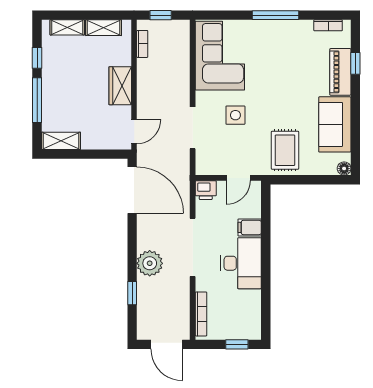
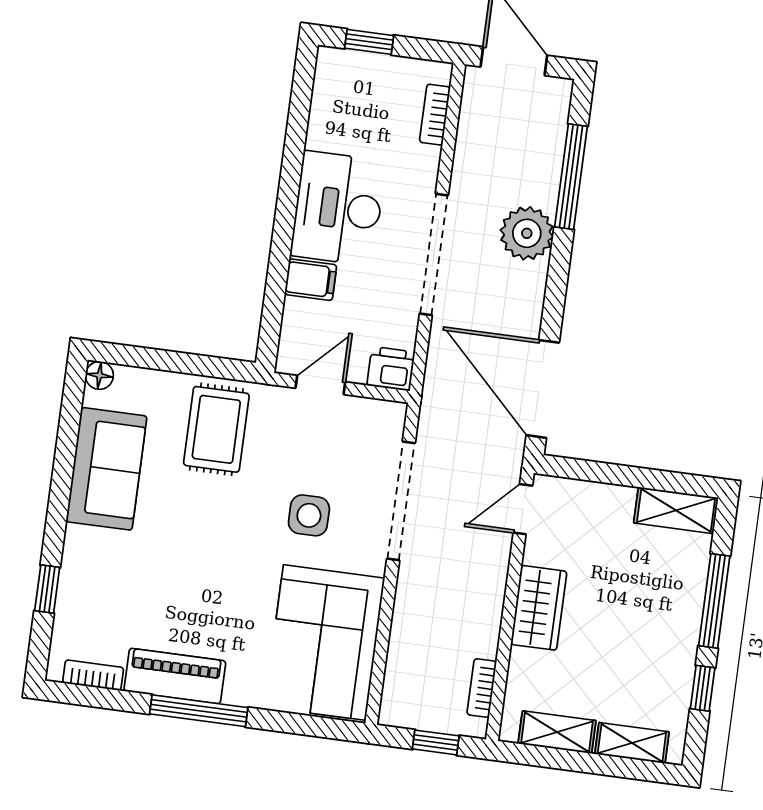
piano: (340, 72) -> (175, 676), moved, turned -90
doorway: (193, 128) -> (401, 501), width x1.36
window: (132, 293) -> (571, 177), width x2.17
bookcase: (201, 314) -> (435, 115), width x0.64

